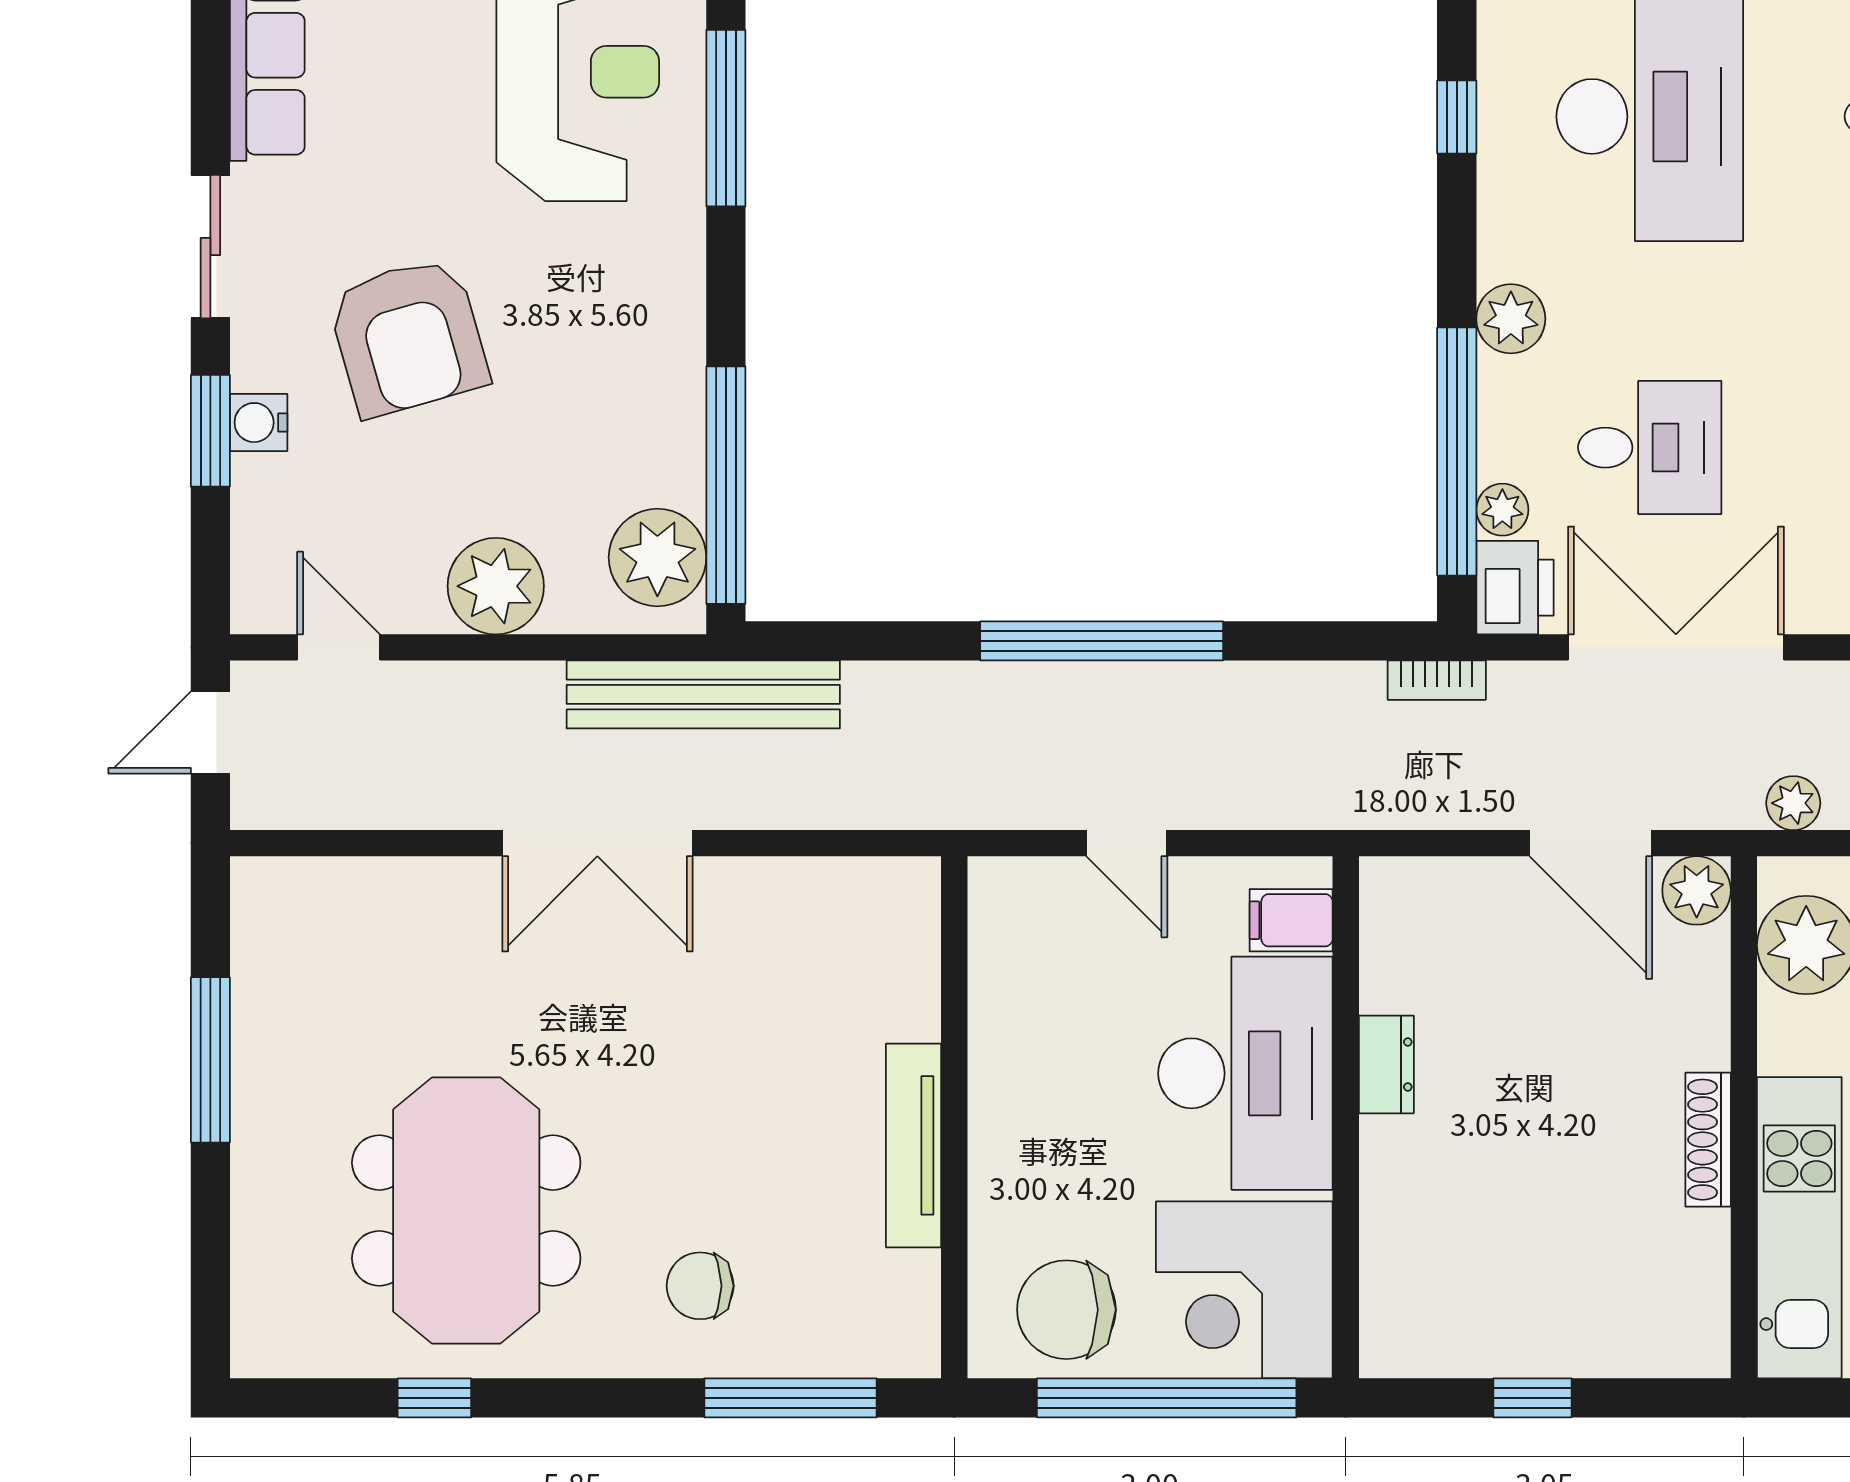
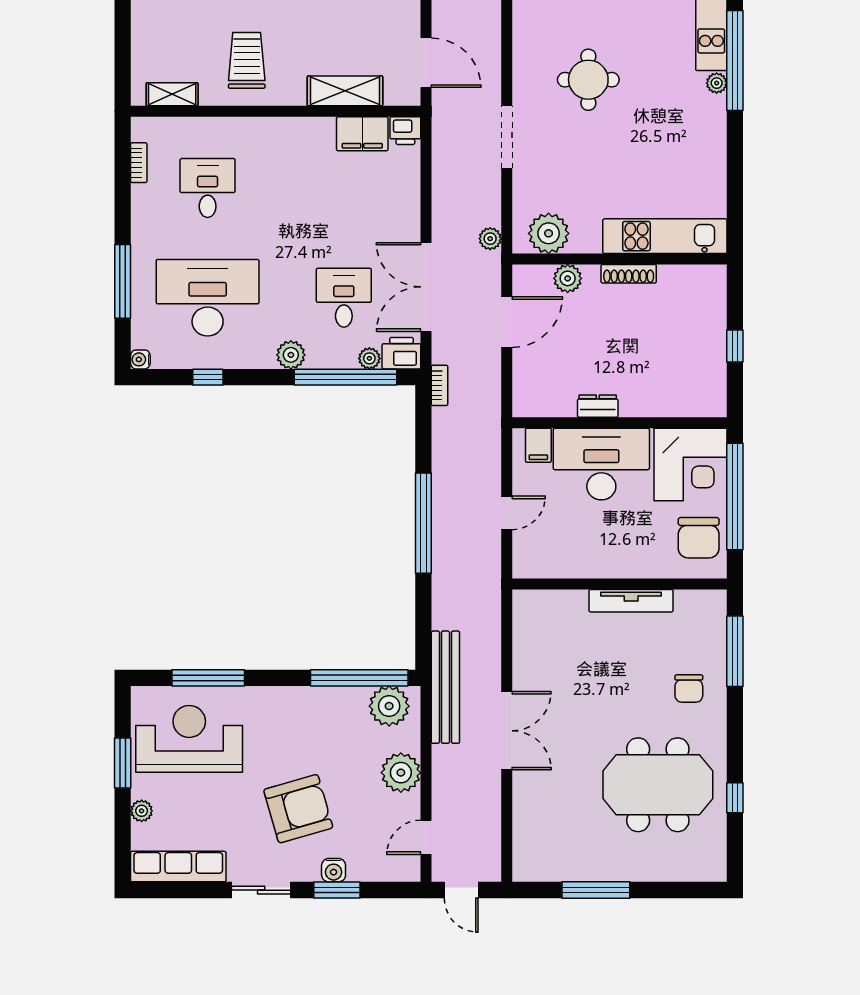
plant: (1697, 890) -> (568, 278), moved

